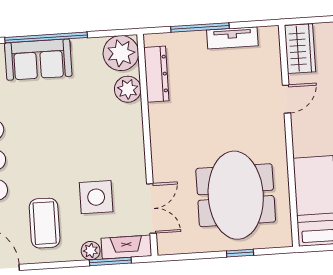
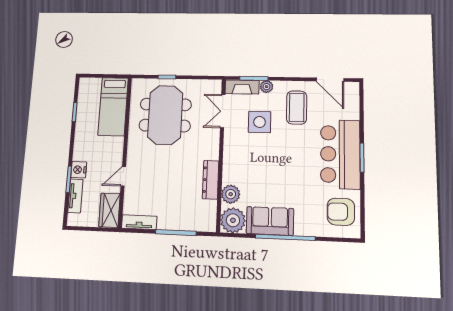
tv unit: (232, 38) -> (139, 222), moved
sofa: (38, 60) -> (270, 221), moved
dresser: (156, 74) -> (211, 180), moved

